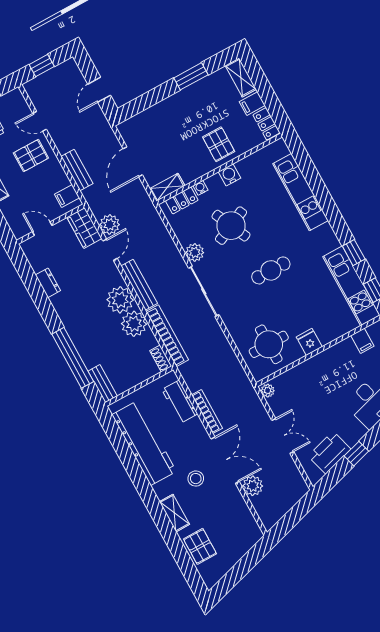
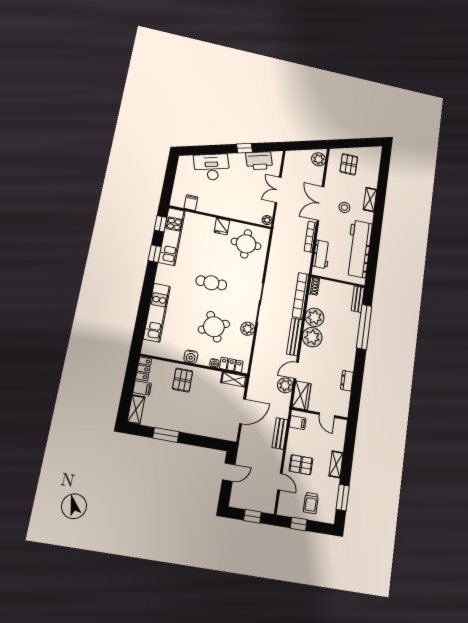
plant: (253, 486) -> (319, 159), moved
pallet: (200, 546) -> (349, 164), moved

